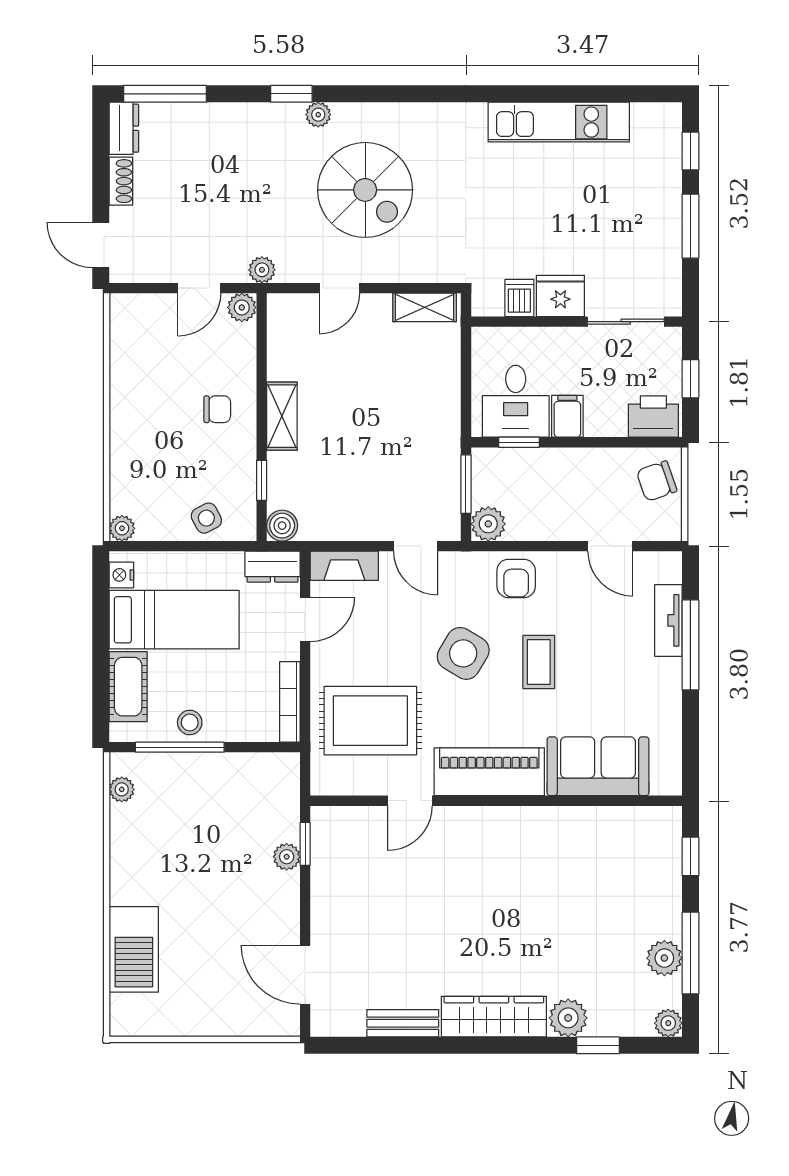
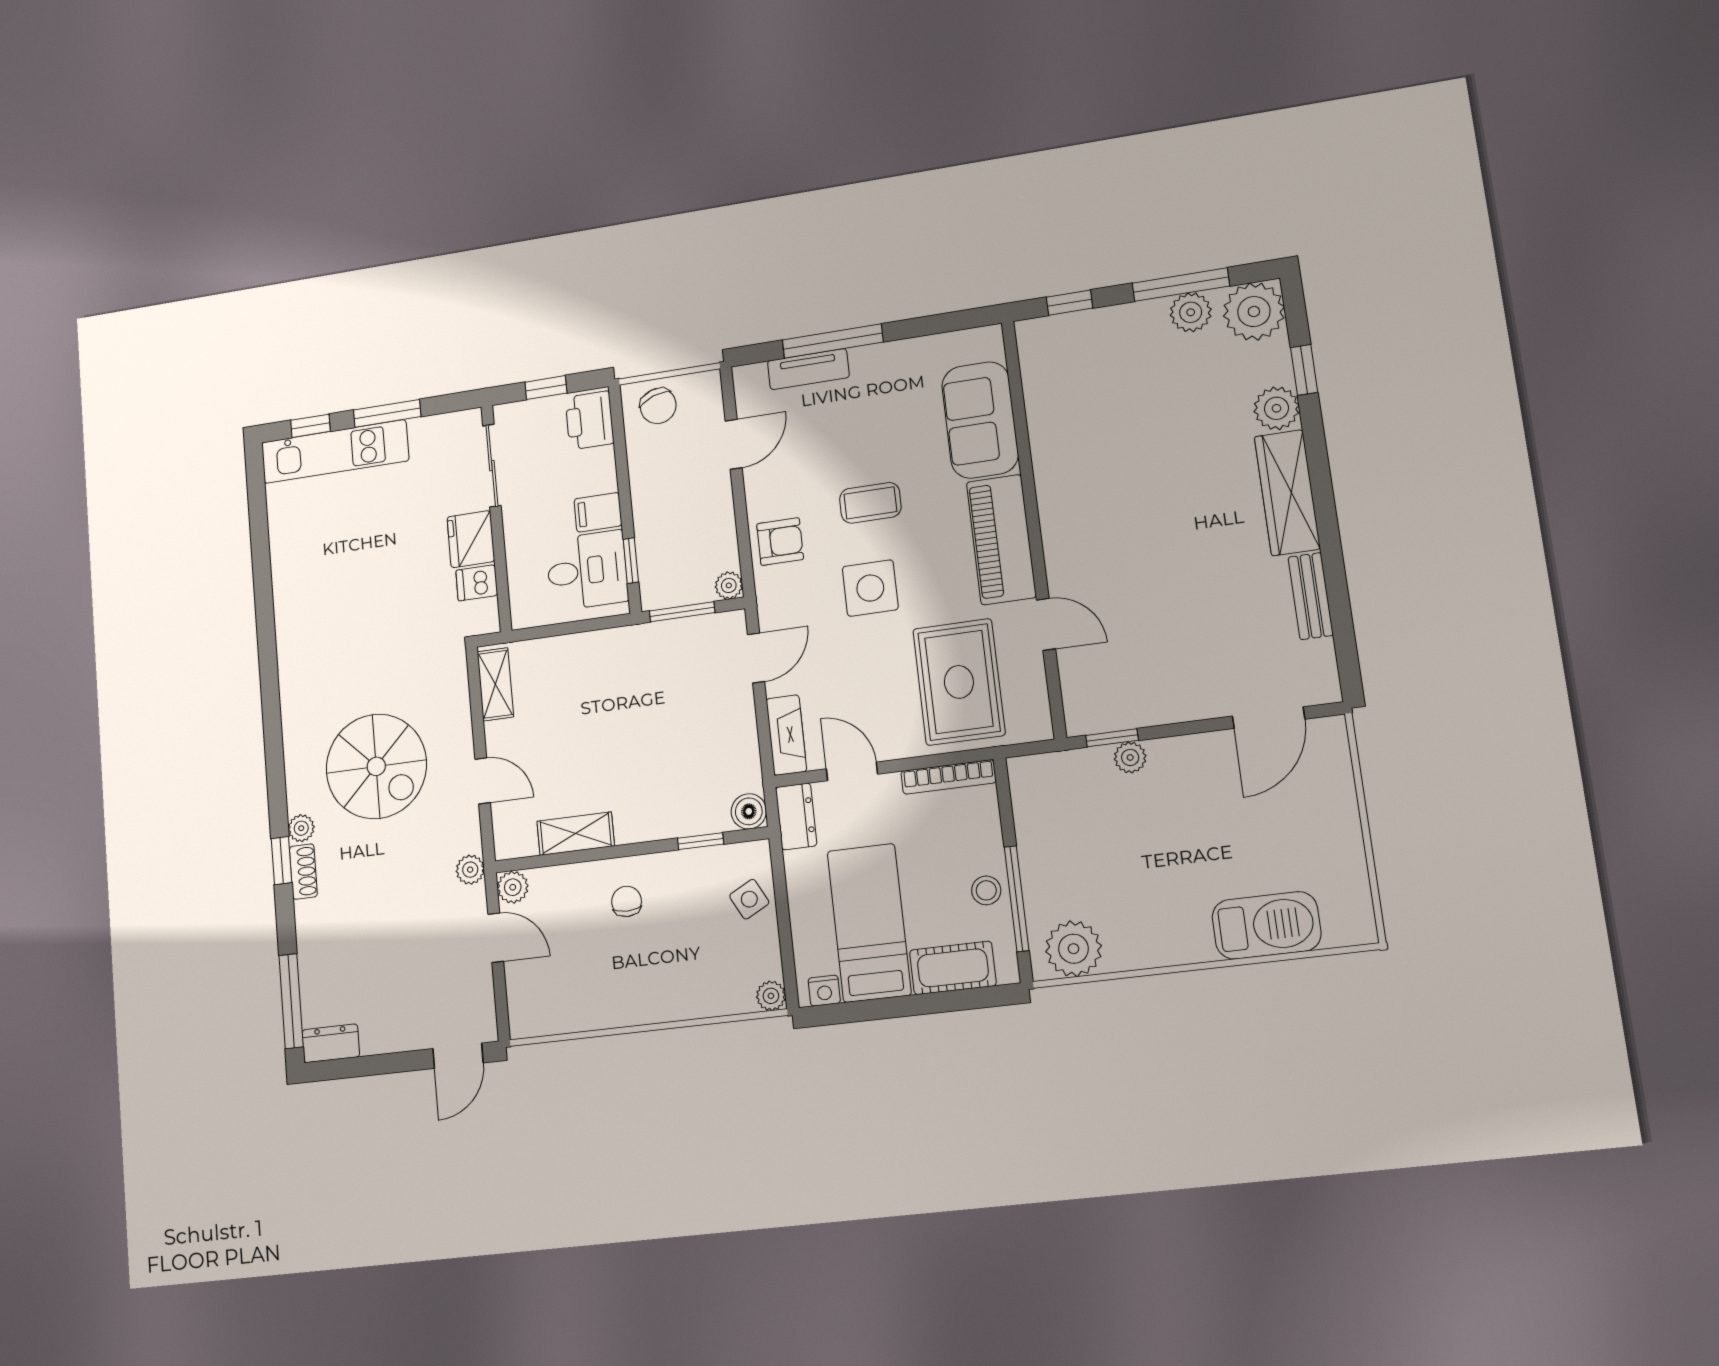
kitchen unit: (559, 122) -> (335, 452), moved, turned 90
shoe rack: (121, 181) -> (303, 872), moved, turned 90
spiral stairs: (365, 190) -> (376, 766), turned 90
shelving: (282, 416) -> (576, 834), moved
plant: (488, 524) -> (729, 585), width x0.73, depth x0.73
side table: (463, 653) -> (870, 588), turned -31
plant: (122, 789) -> (1074, 949), width x1.88, depth x1.88
plant: (668, 1023) -> (1254, 311), width x1.88, depth x1.88

